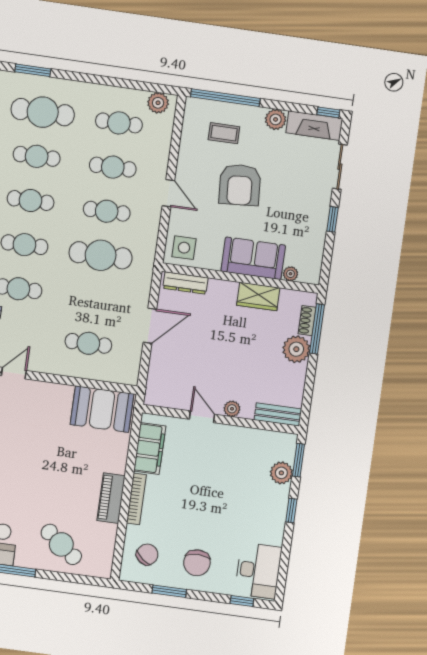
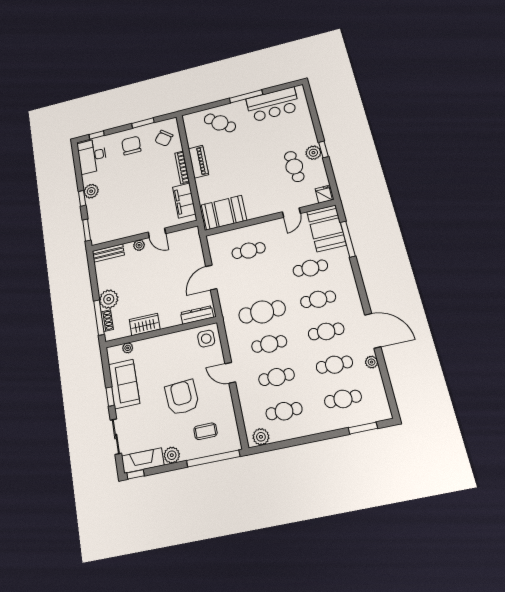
cafe table: (43, 112) -> (343, 399), width x0.73, depth x0.74
sofa: (253, 258) -> (124, 384), moved, turned -90
plant: (281, 473) -> (91, 191), moved

